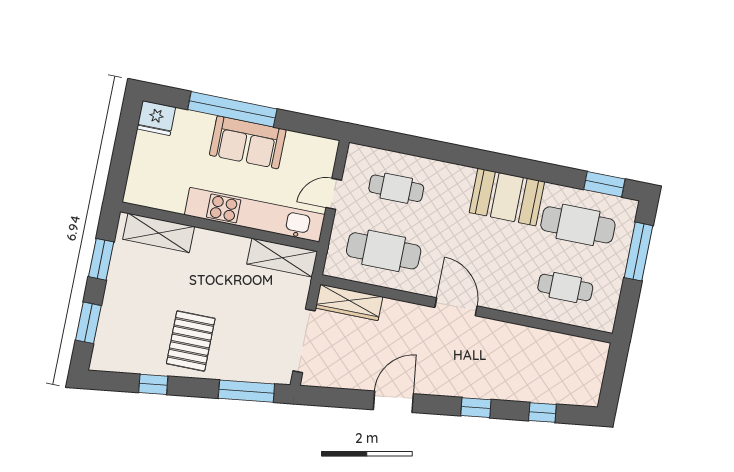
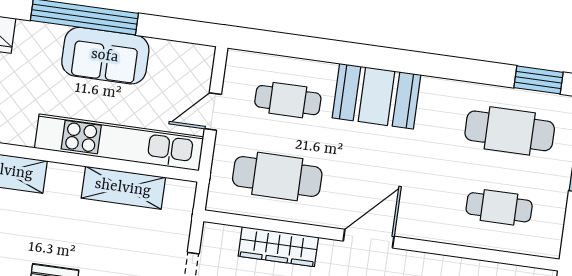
booth: (507, 197) -> (377, 96), moved
shelving: (282, 258) -> (123, 188), moved
wardrobe: (349, 302) -> (278, 247), moved
door: (456, 307) -> (369, 239), hinge flipped

